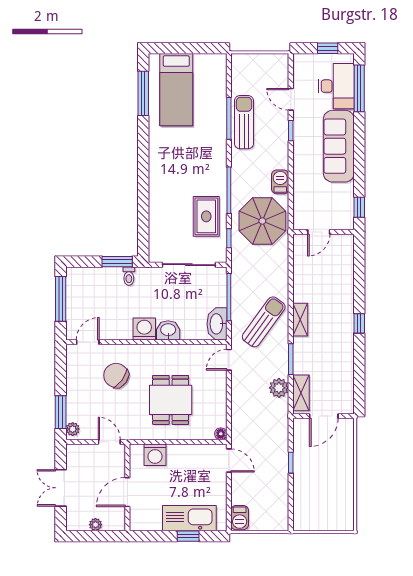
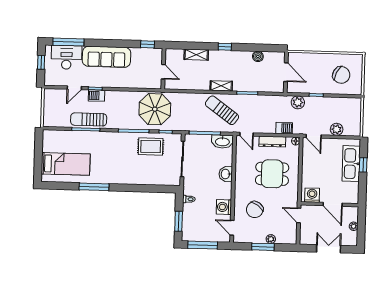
window: (143, 93) -> (94, 187), moved
barbecue: (280, 182) -> (96, 96), moved
window: (117, 262) -> (179, 221), moved
washing machine: (144, 329) -> (224, 207), moved
boiler: (346, 373) -> (258, 56), added
plant: (279, 388) -> (298, 102), moved
shelving: (301, 393) -> (196, 55), moved
dresser: (219, 399) -> (272, 142), added
window: (61, 412) -> (263, 247), moved
plant: (73, 429) -> (271, 239), moved
door: (109, 442) -> (299, 215), hinge flipped
washing machine: (155, 455) -> (312, 195), moved, turned -90
door: (229, 461) -> (314, 136), swing flipped
double door: (61, 488) -> (329, 249), swing flipped
plant: (240, 495) -> (337, 129), added
chair: (322, 499) -> (341, 75), added
barbecue: (240, 518) -> (284, 128), moved

